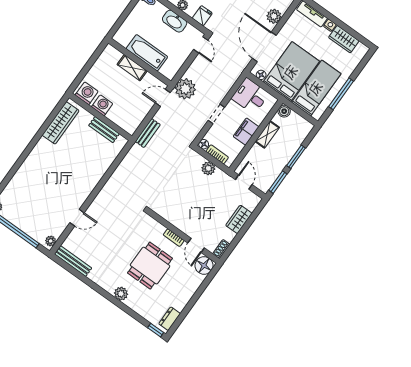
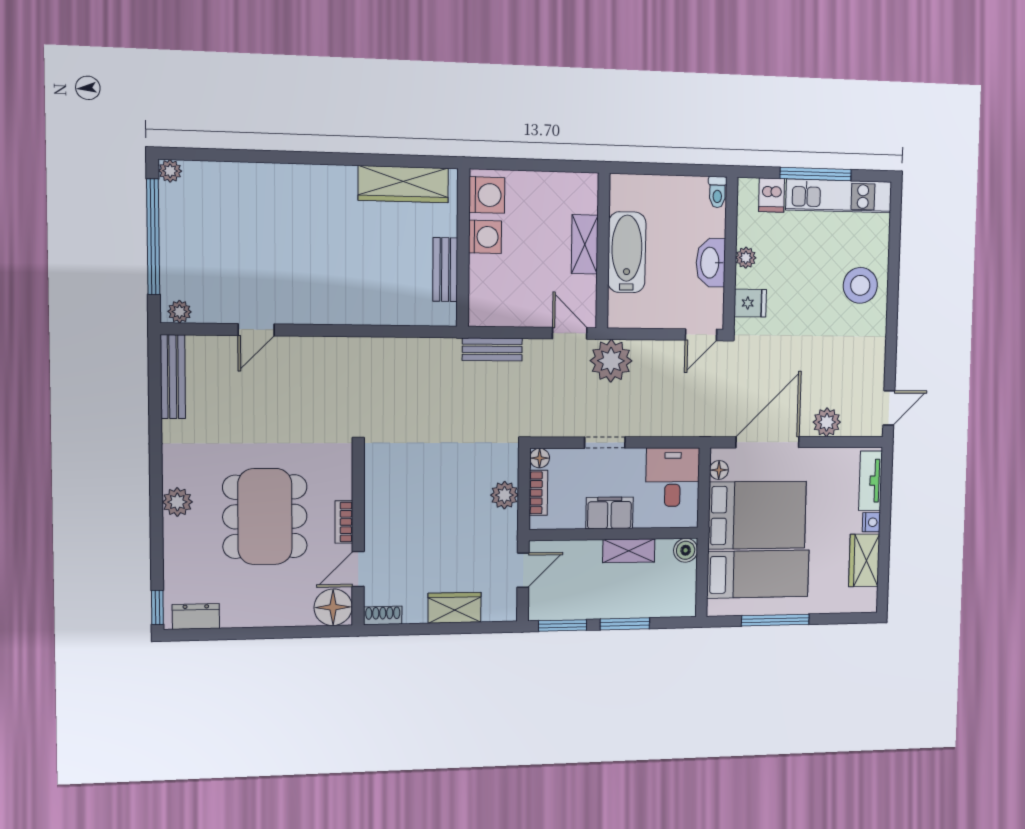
door: (77, 218) -> (256, 330), hinge flipped
dining table: (150, 266) -> (265, 517), width x1.38

